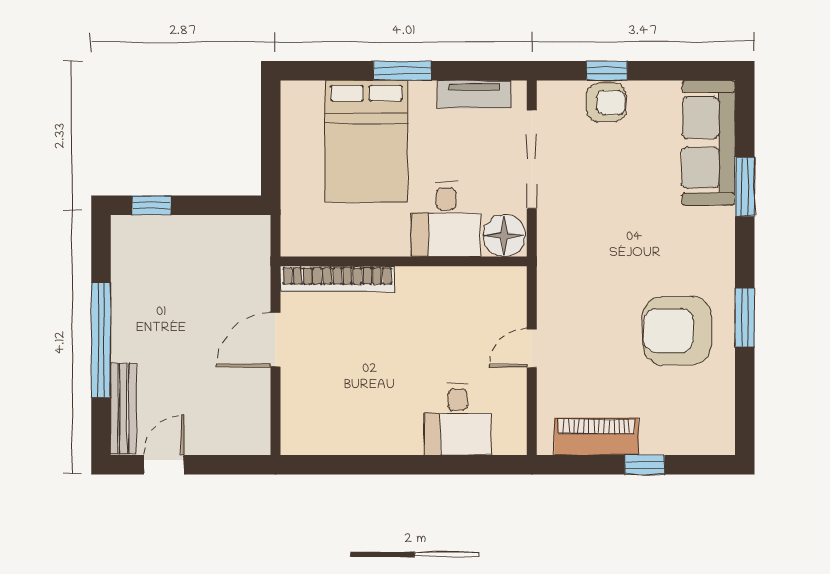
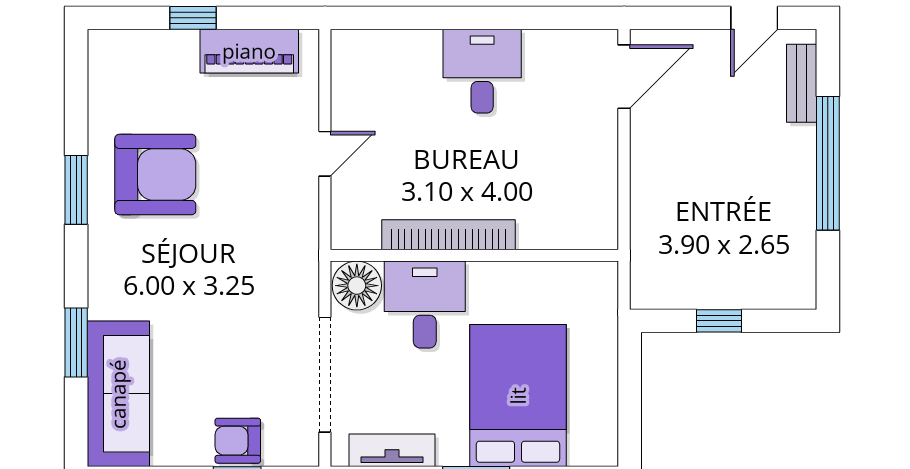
window: (152, 205) -> (719, 321), moved
bookcase: (337, 279) -> (449, 235), moved
door: (275, 340) -> (624, 77), moved
bench: (123, 409) -> (802, 83), width x0.73
desk: (458, 419) -> (482, 71), moved

